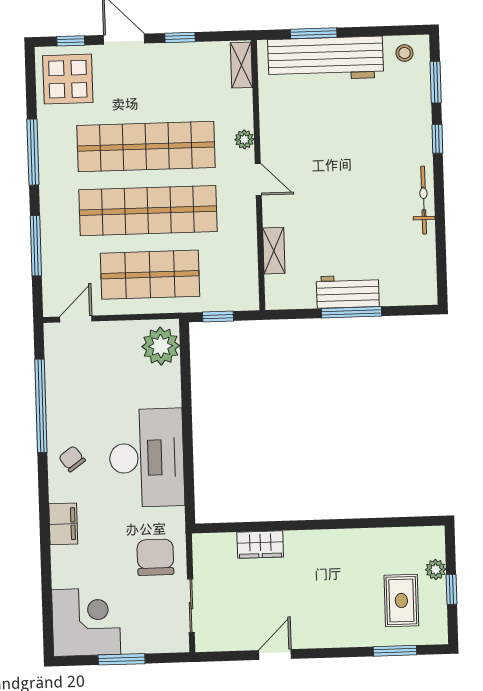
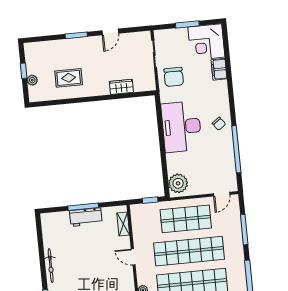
door: (258, 179) -> (133, 257), moved
shelving: (274, 251) -> (123, 224), moved
filing cabinet: (63, 524) -> (219, 69), moved
rug: (401, 601) -> (69, 78), moved, turned 90
window: (395, 651) -> (76, 35), moved

